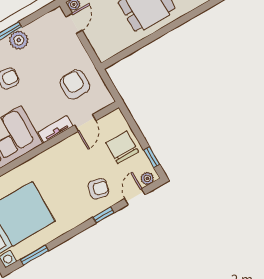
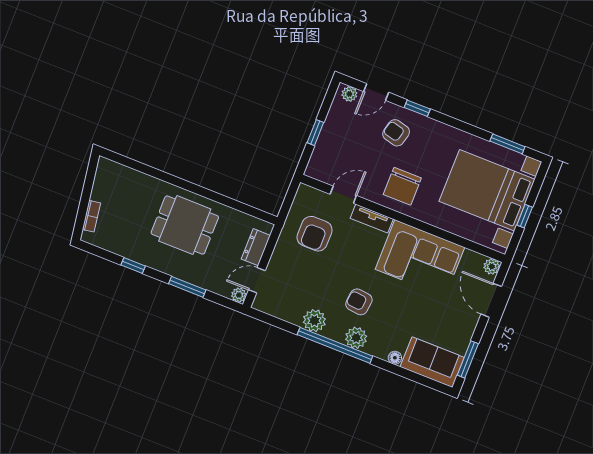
dresser: (96, 40) -> (256, 247), added
chair: (122, 147) -> (402, 186), moved
window: (152, 157) -> (315, 133), moved

